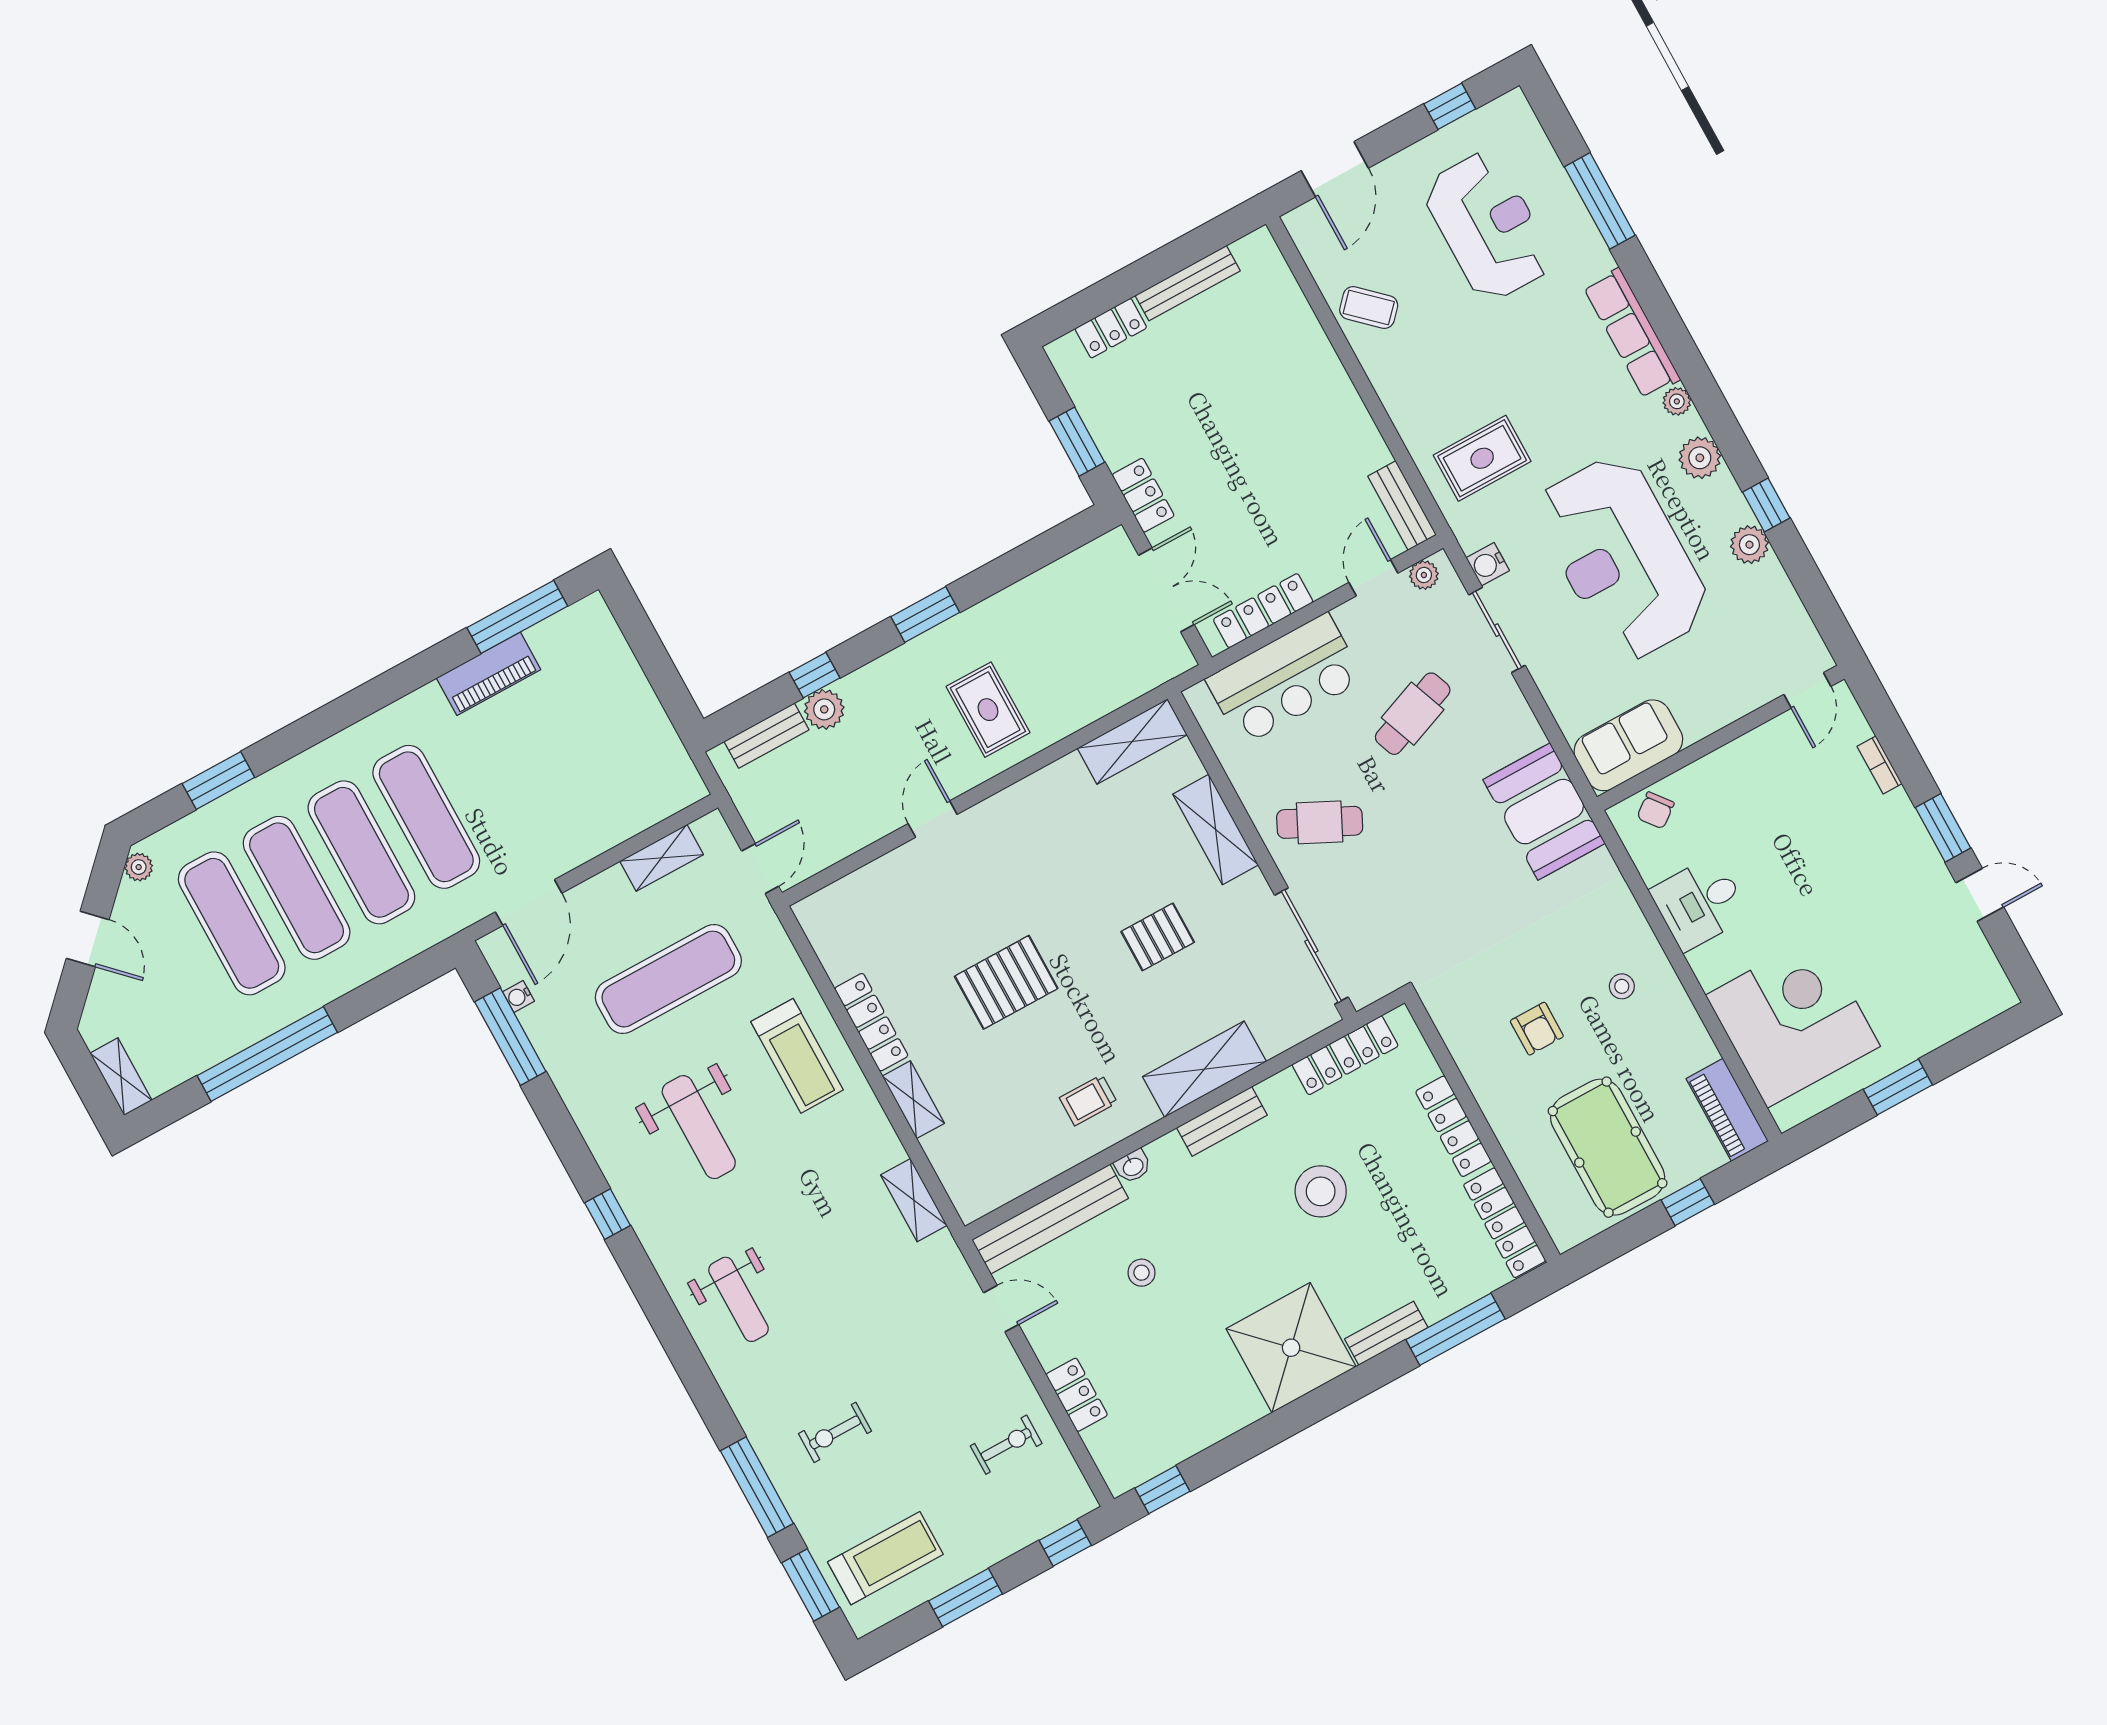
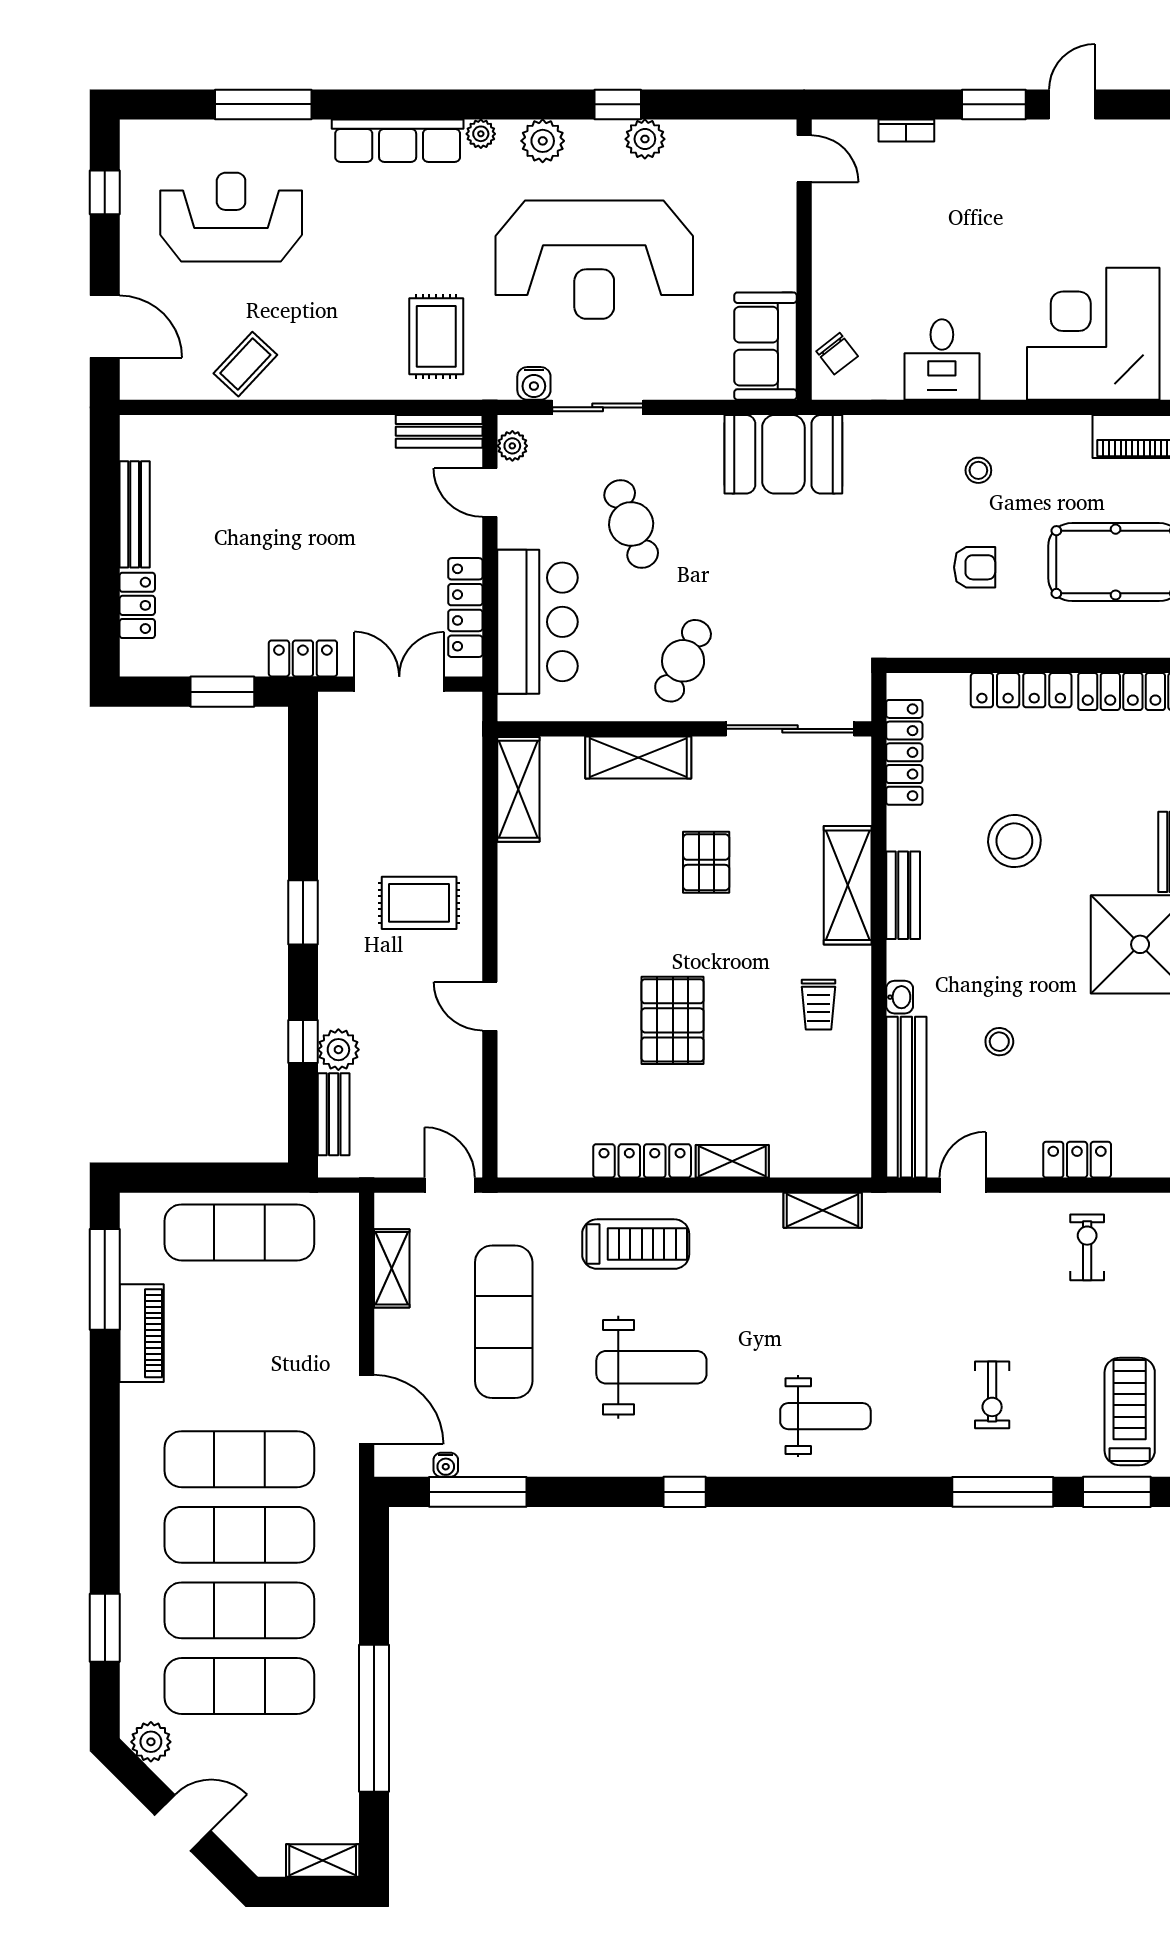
exercise mat: (621, 710) -> (239, 1232), added
plant: (139, 867) -> (151, 1742), width x1.38, depth x1.38

